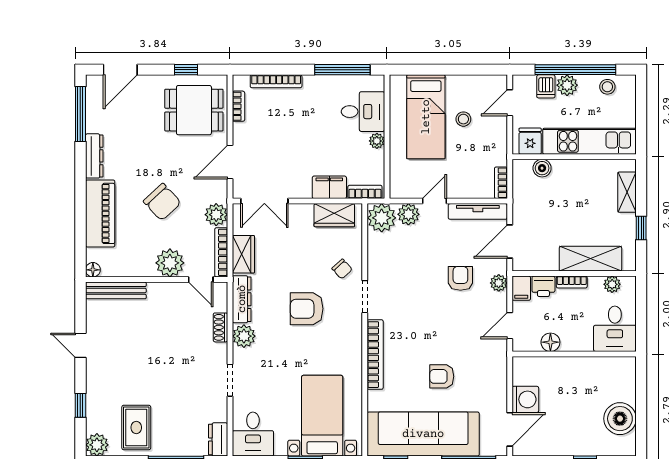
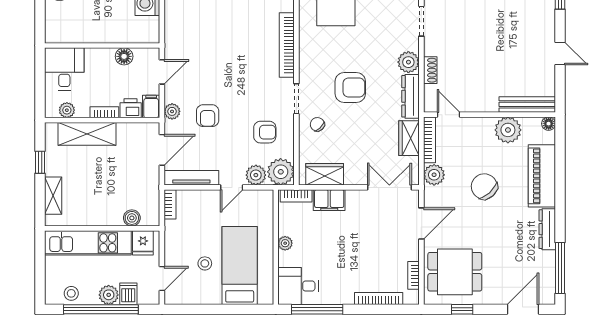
desk: (363, 112) -> (298, 286), moved
plant: (170, 263) -> (508, 130), moved
armchair: (442, 376) -> (265, 132), moved

